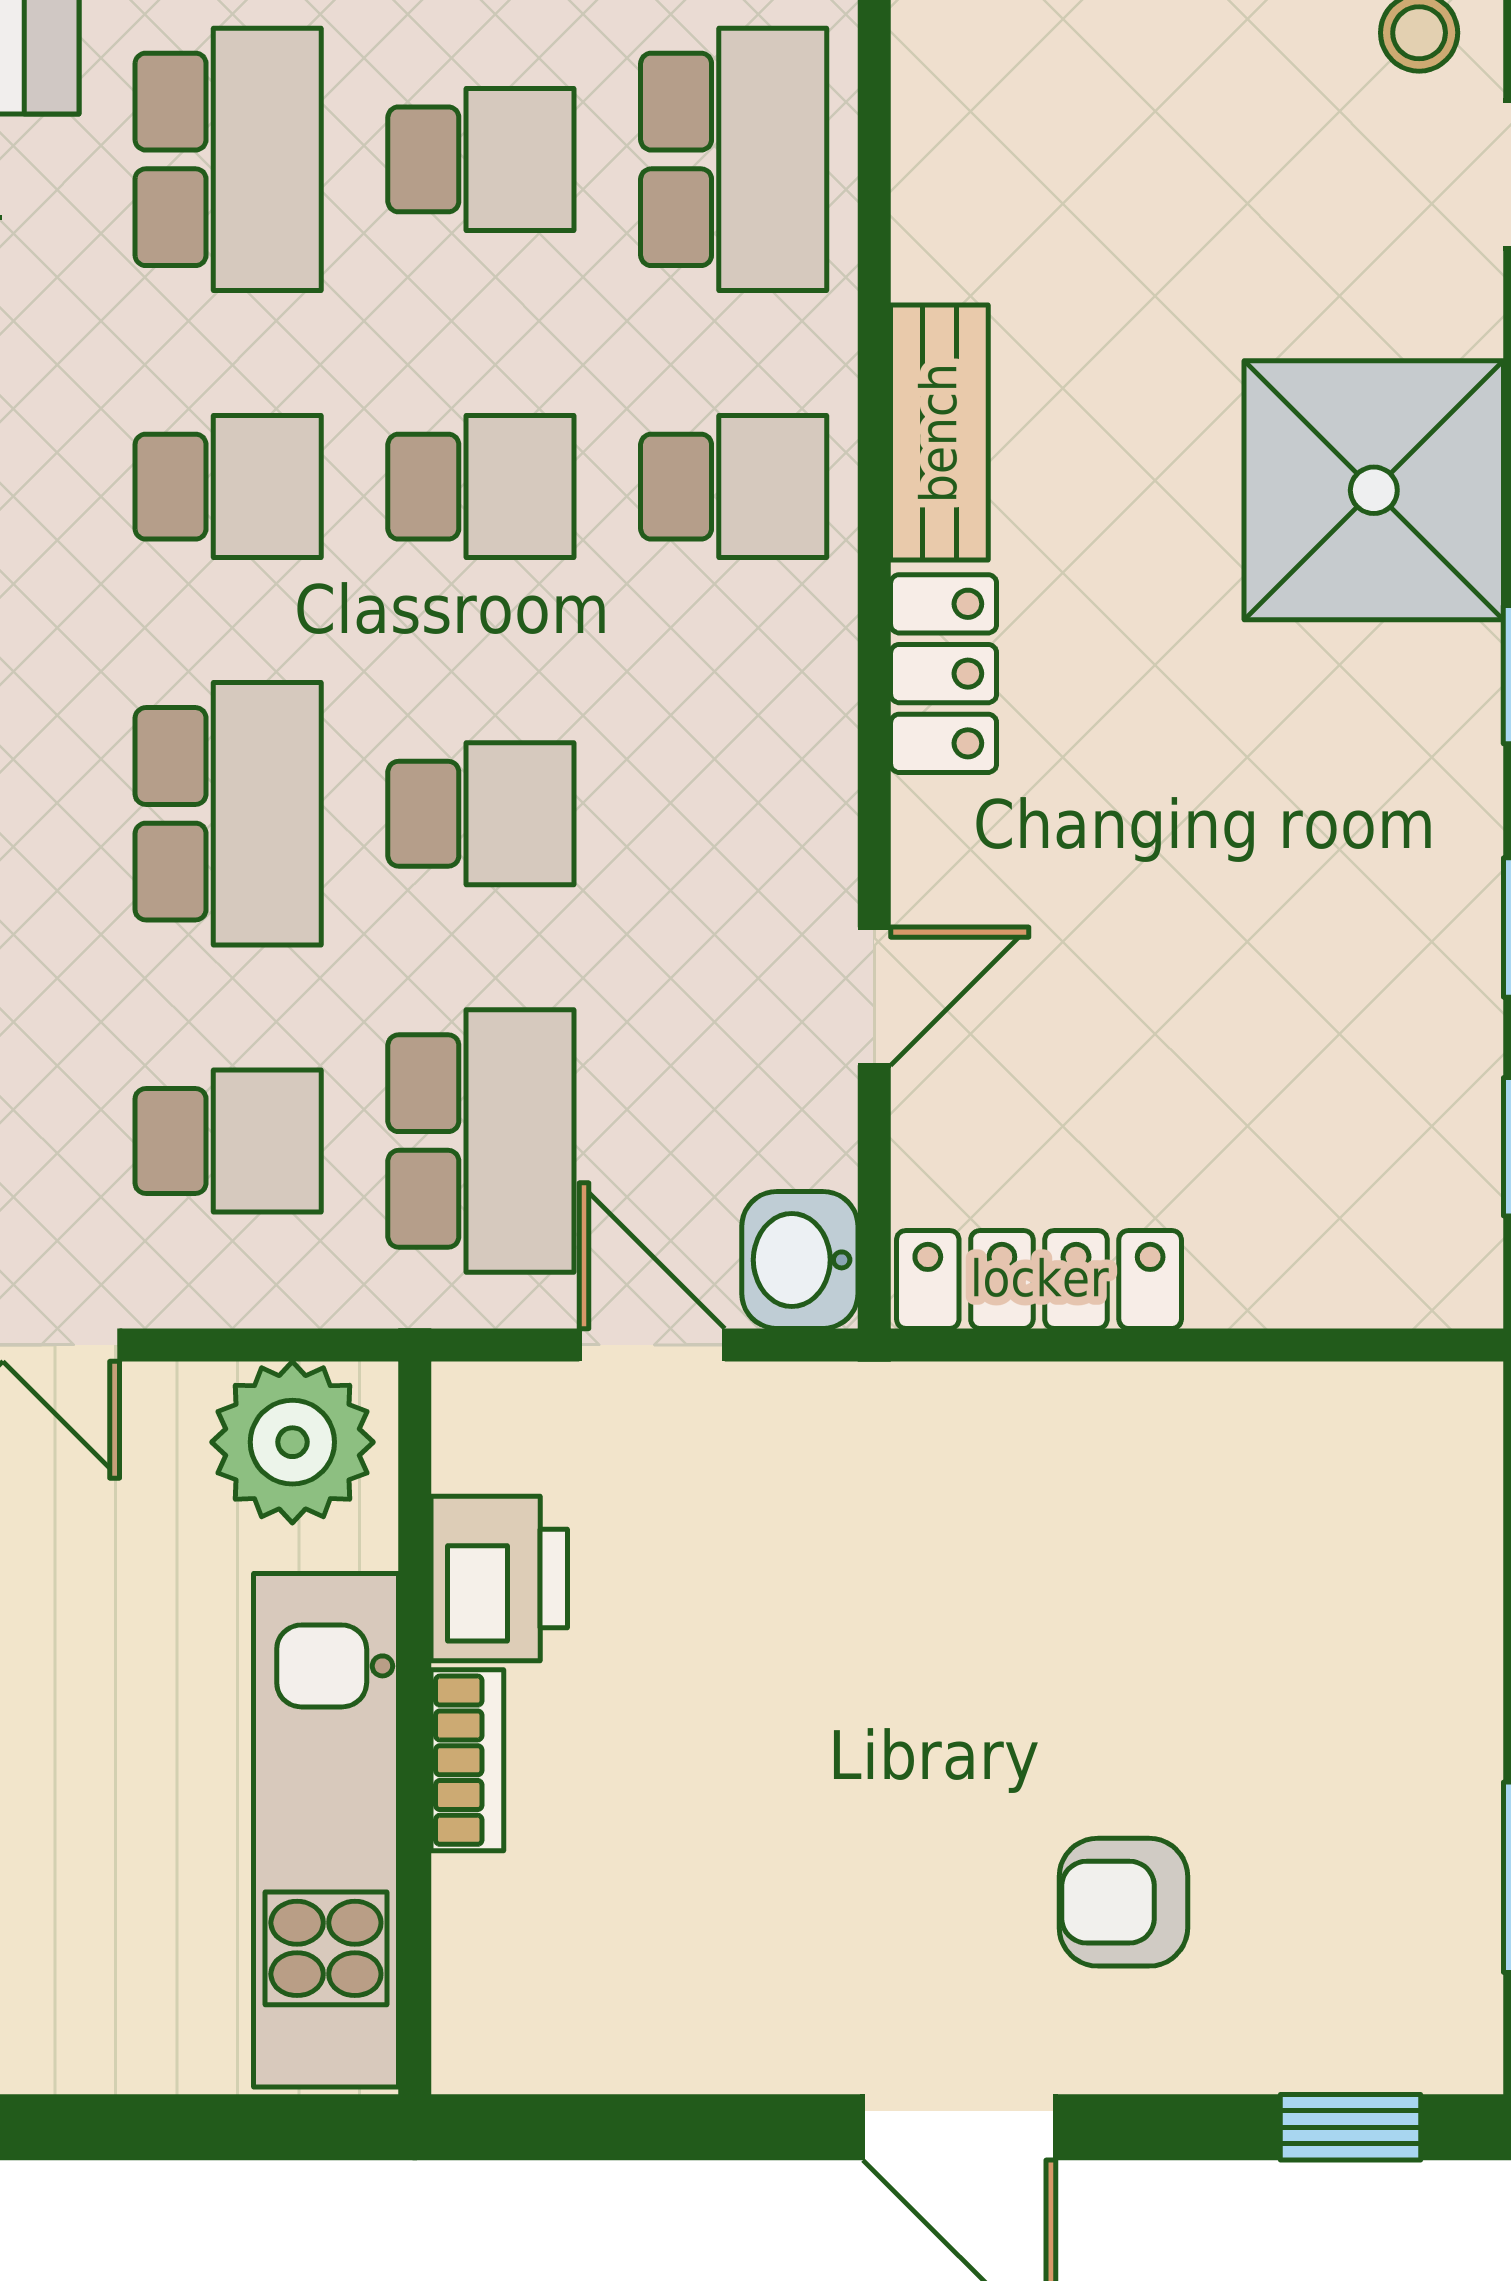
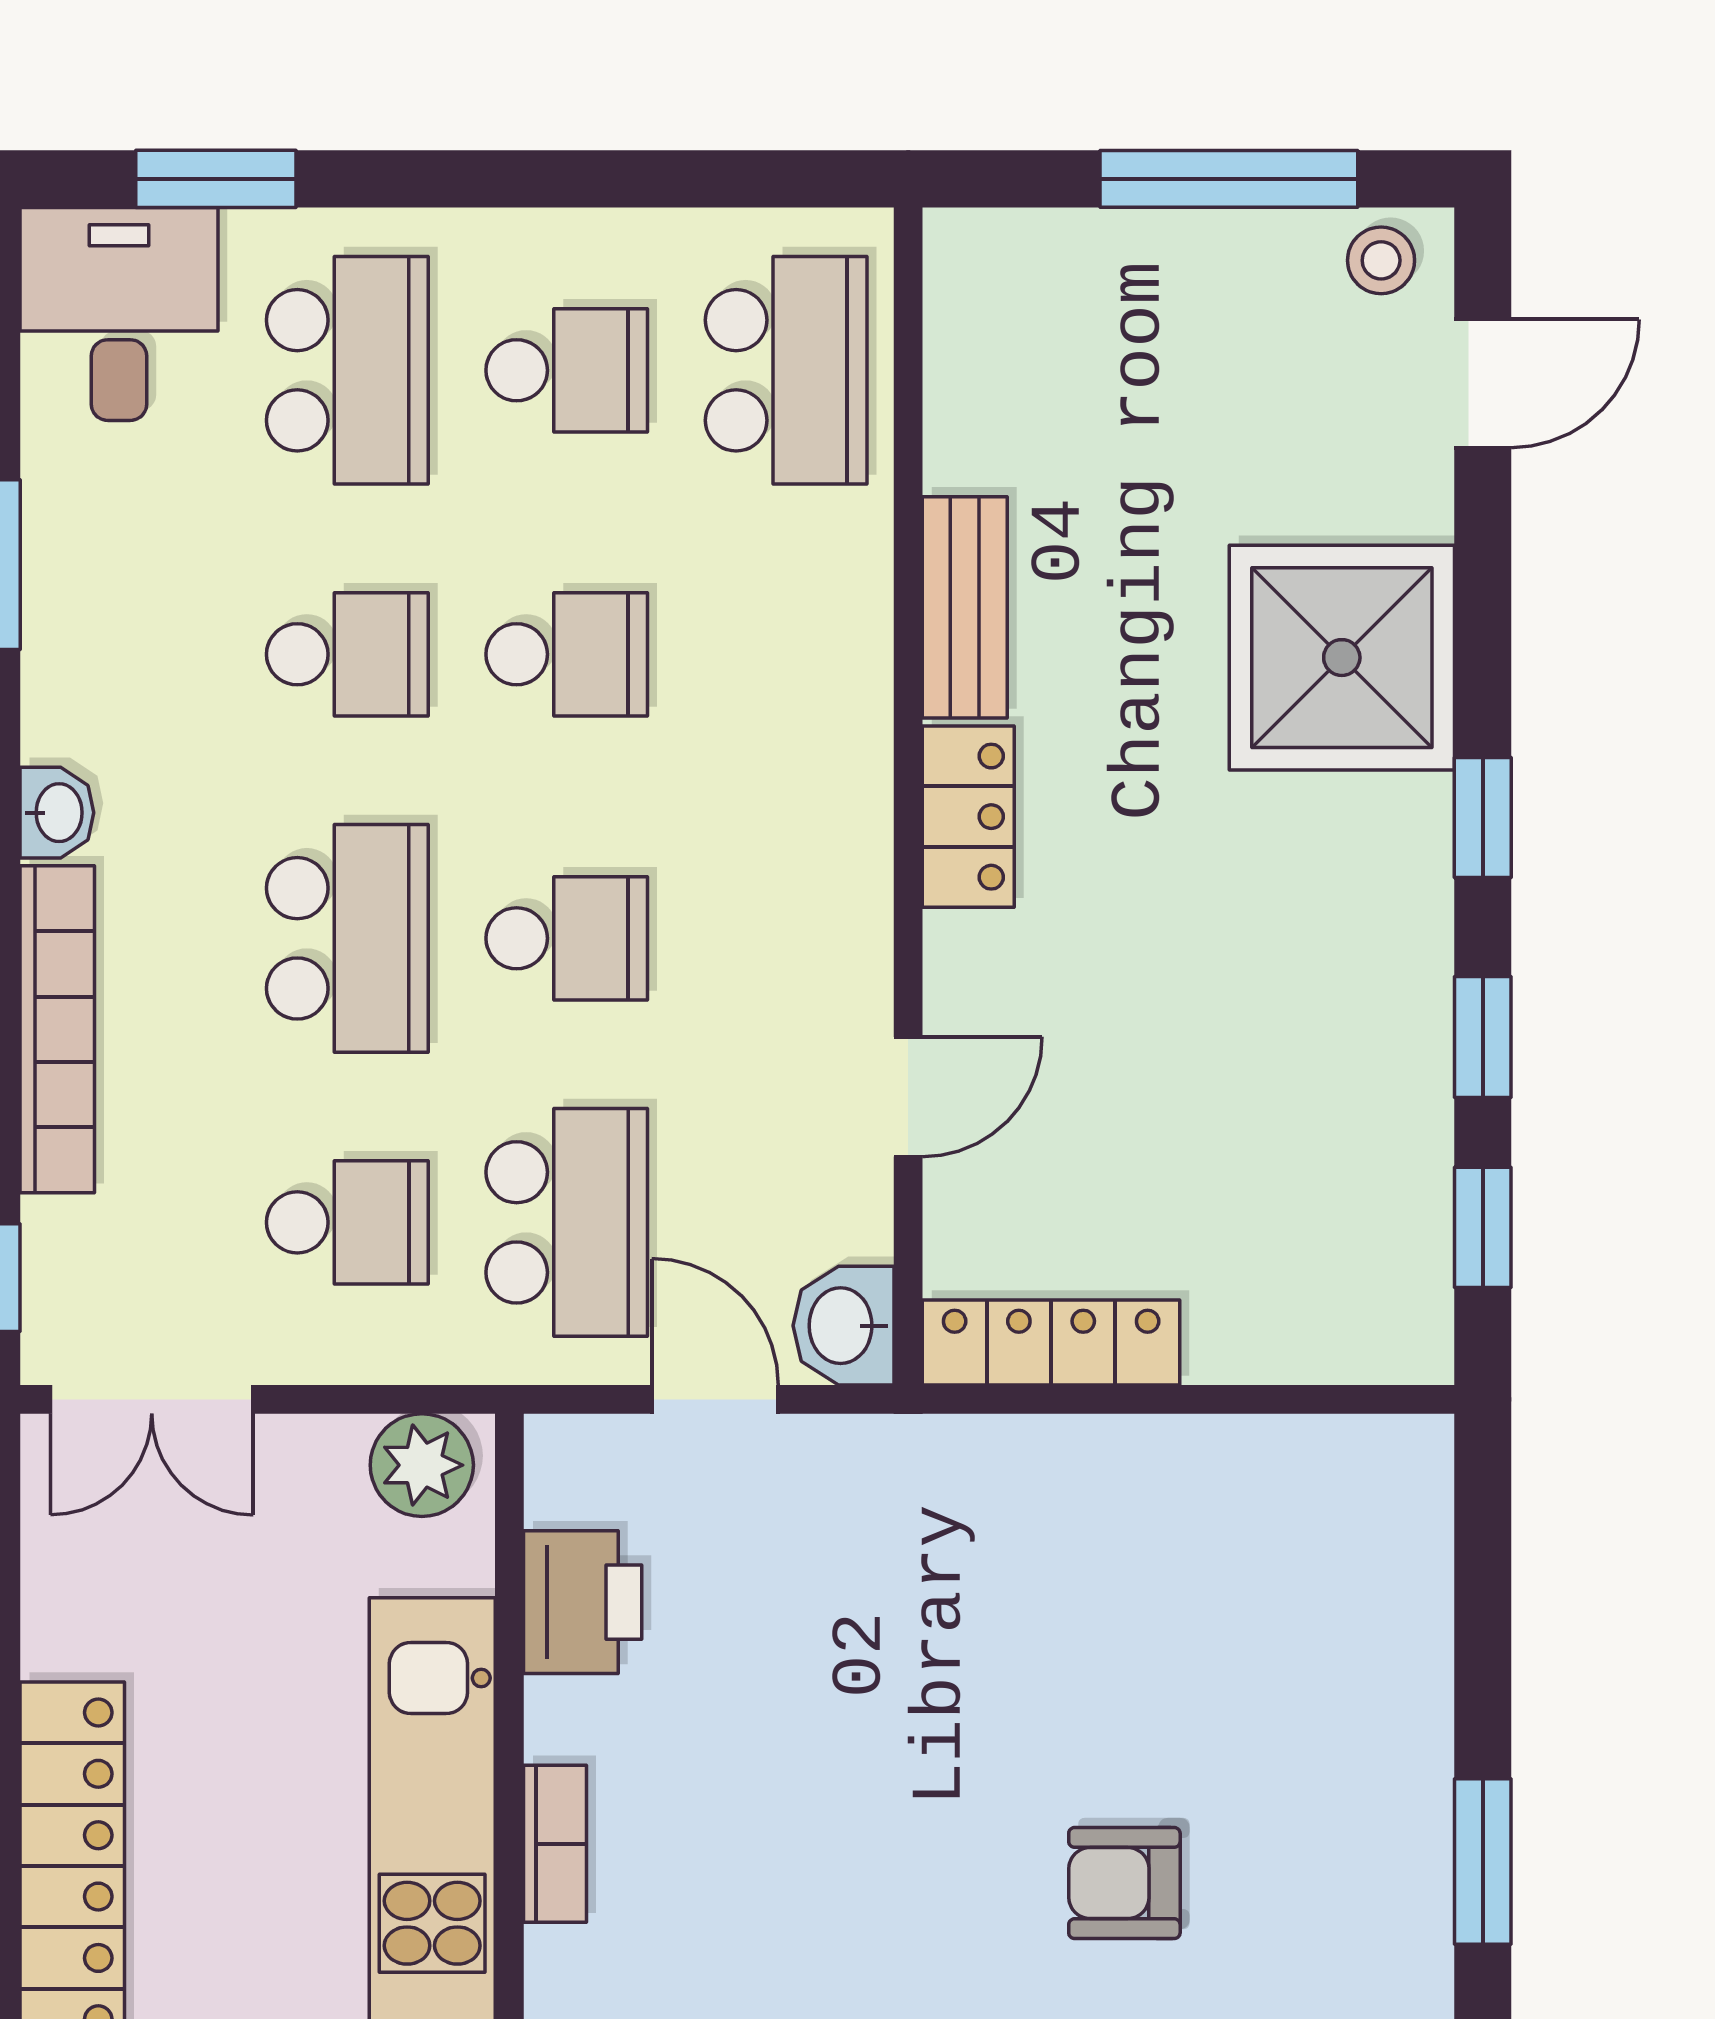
school desk: (734, 487) -> (786, 654), removed
plant: (292, 1442) -> (422, 1465), width x0.73, depth x0.73
bookcase: (467, 1760) -> (555, 1844), moved

